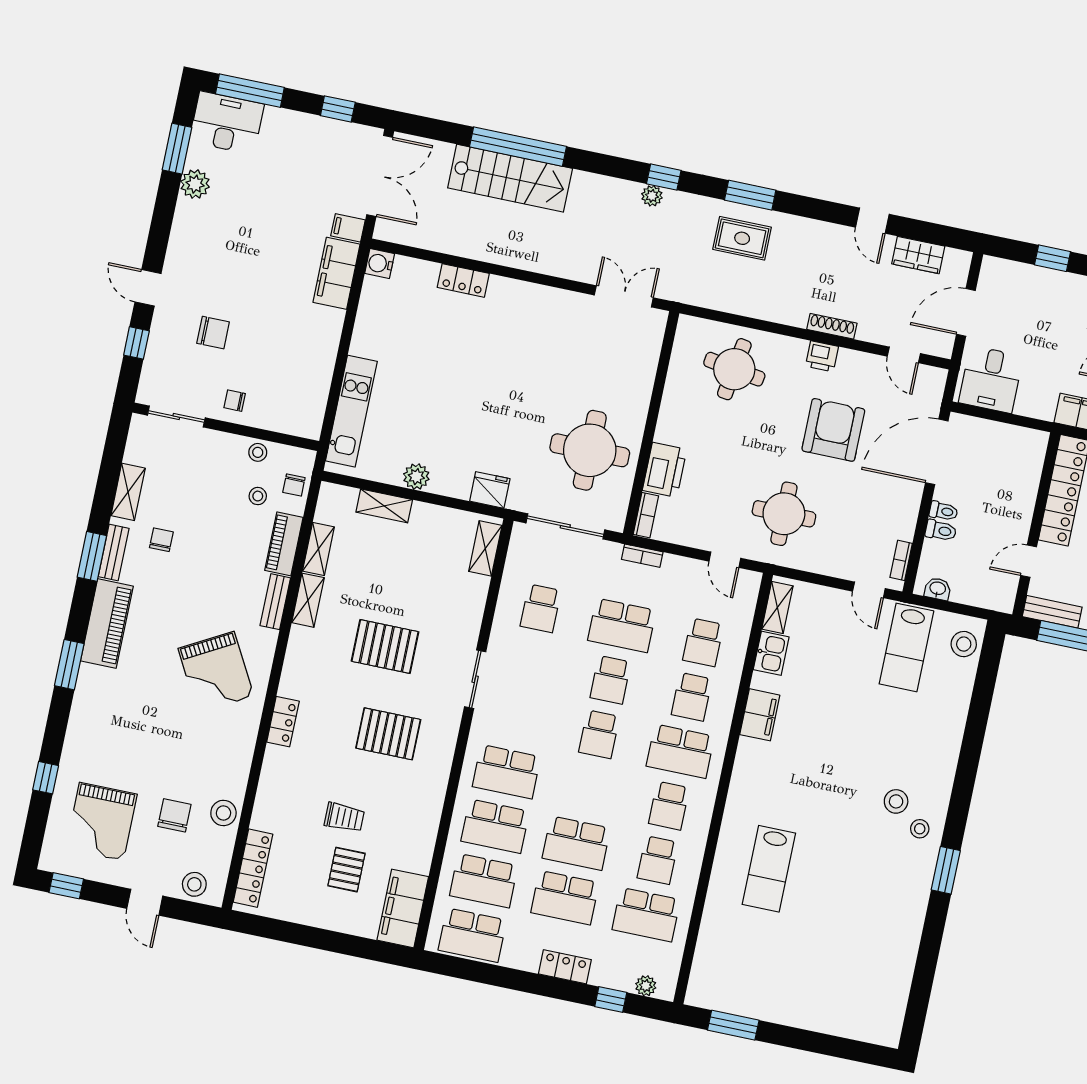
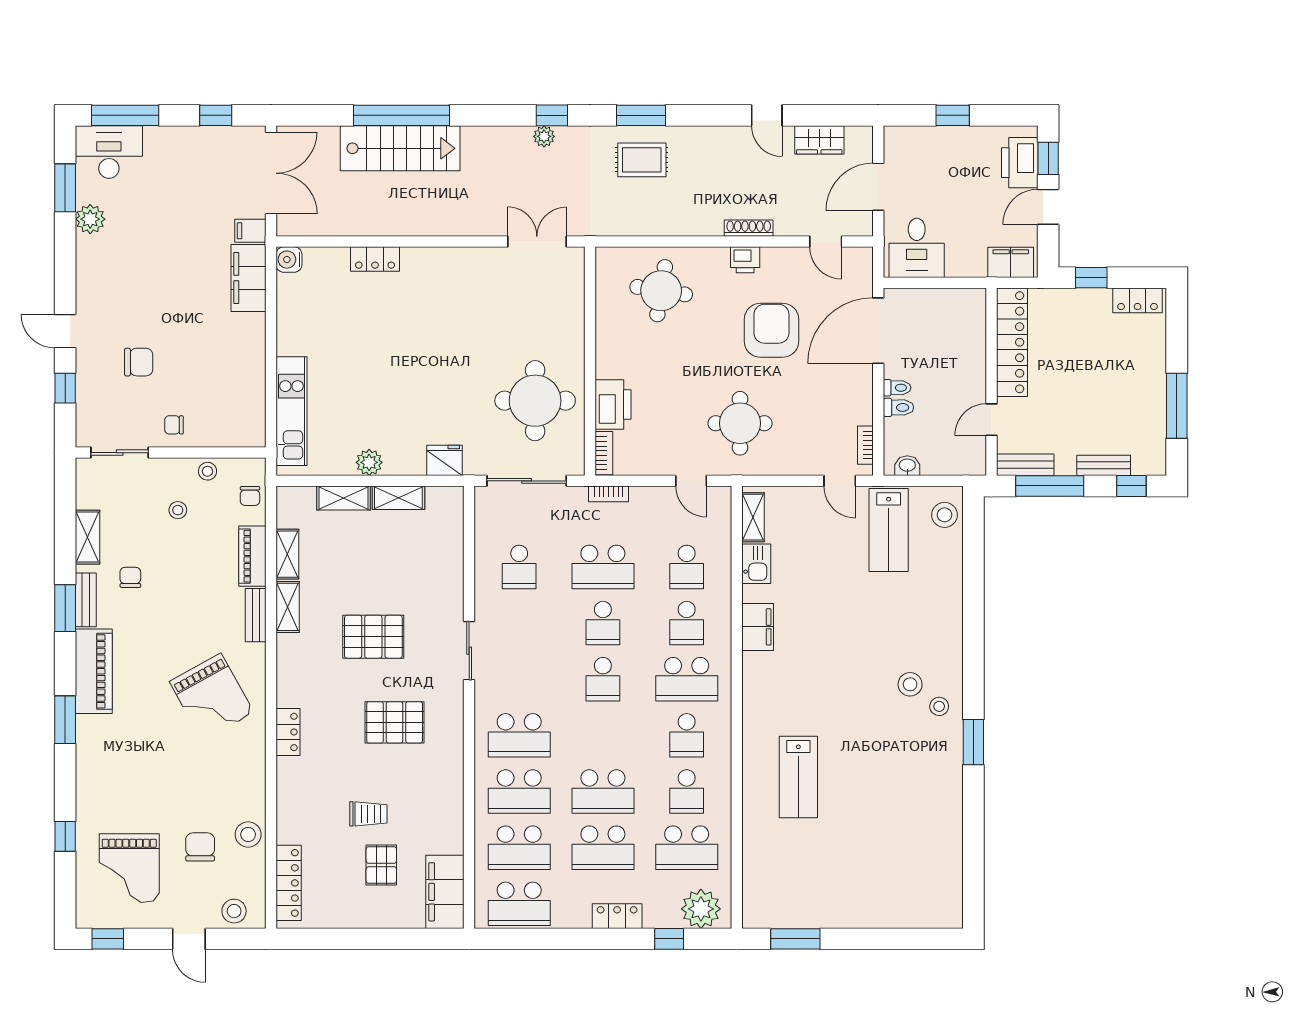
stool: (258, 496) -> (178, 510), moved
shelving: (485, 548) -> (398, 498), moved, turned 90
plant: (646, 986) -> (701, 909), width x1.88, depth x1.88

